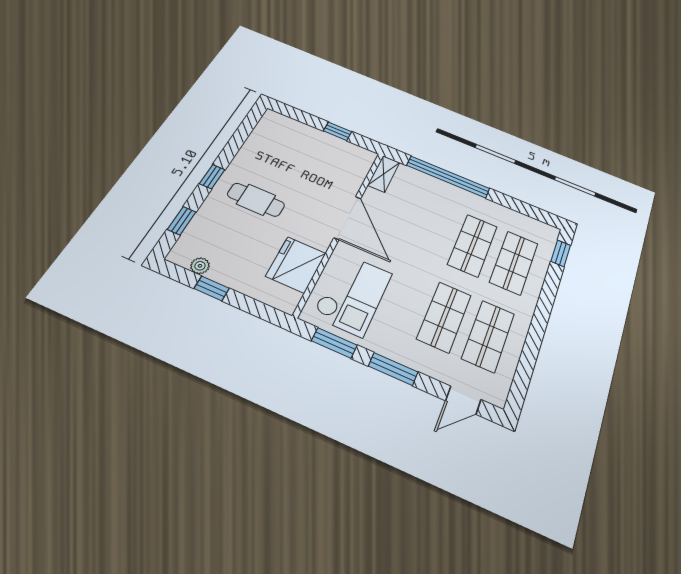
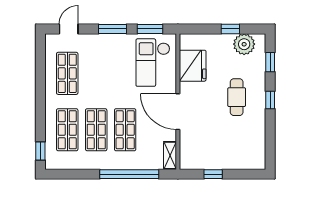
cafe table: (256, 200) -> (237, 97), turned 90
plant: (200, 266) -> (244, 44), width x1.87, depth x1.87
shop shelf: (444, 317) -> (125, 130), moved

